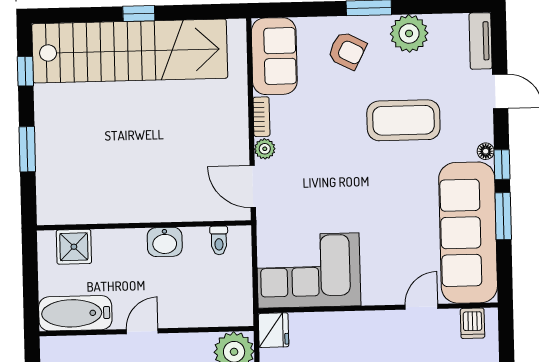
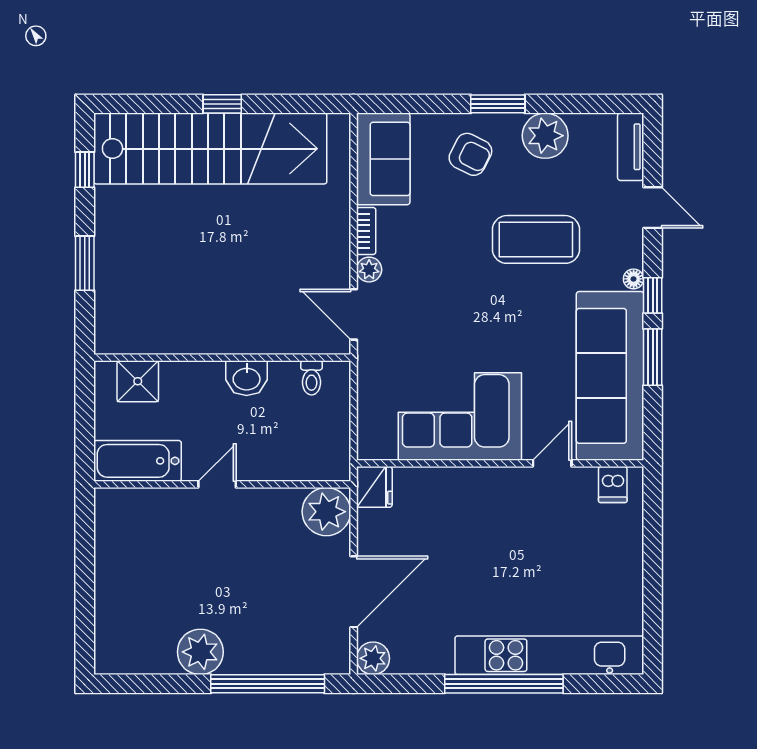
corner sofa: (309, 270) -> (460, 416), moved

